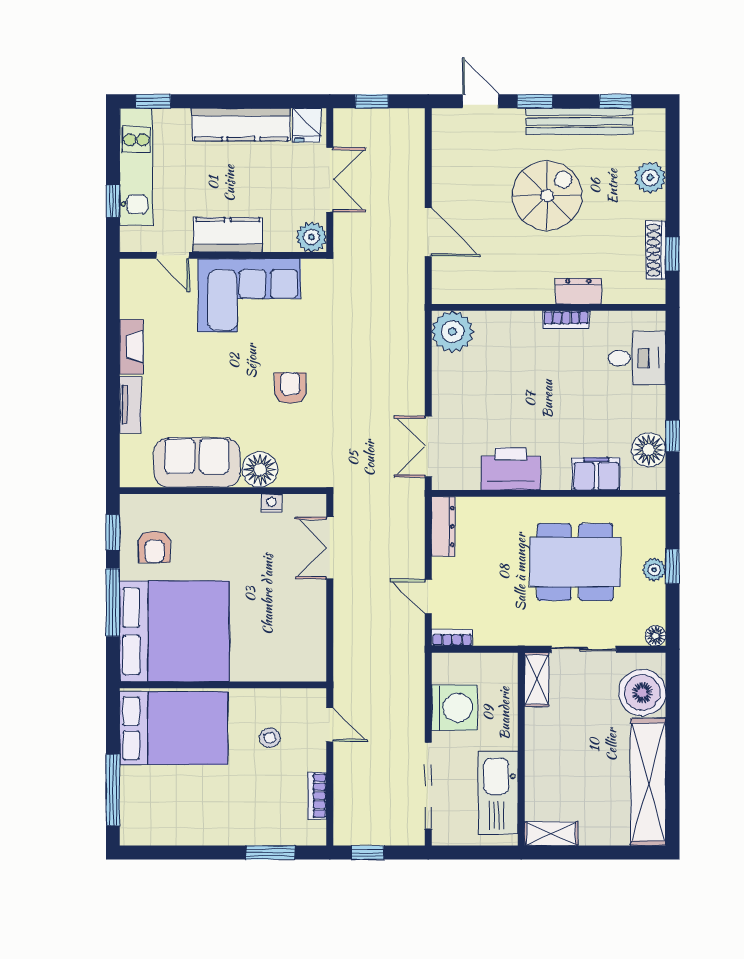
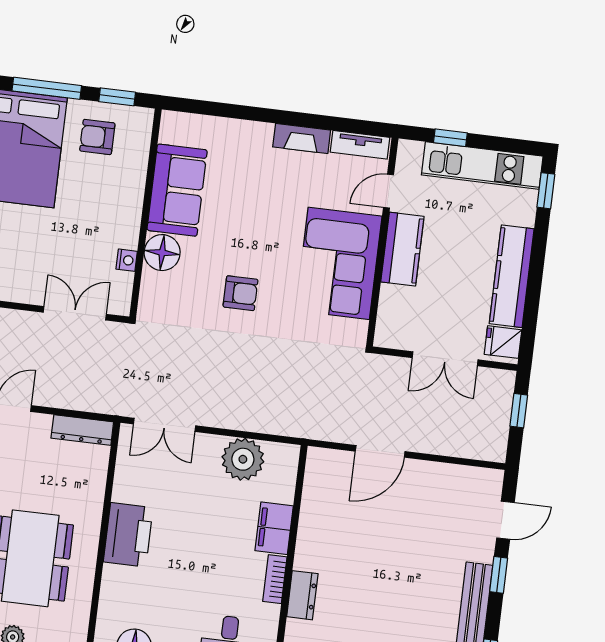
spiral stairs: (547, 196) -> (402, 575), removed
plant: (312, 237) -> (390, 333), removed
plant: (452, 332) -> (243, 459), moved
tv unit: (130, 405) -> (360, 145), moved
double door: (428, 446) -> (165, 425), swing flipped
printer: (511, 469) -> (128, 535), moved
filing cabinet: (596, 474) -> (274, 528), moved, turned 180

